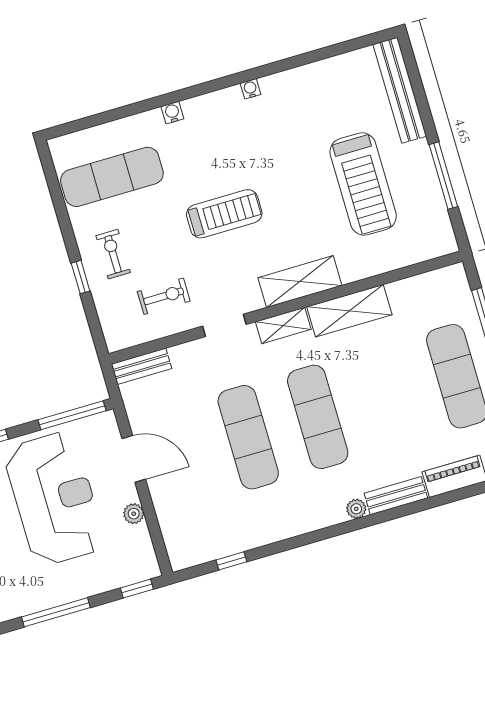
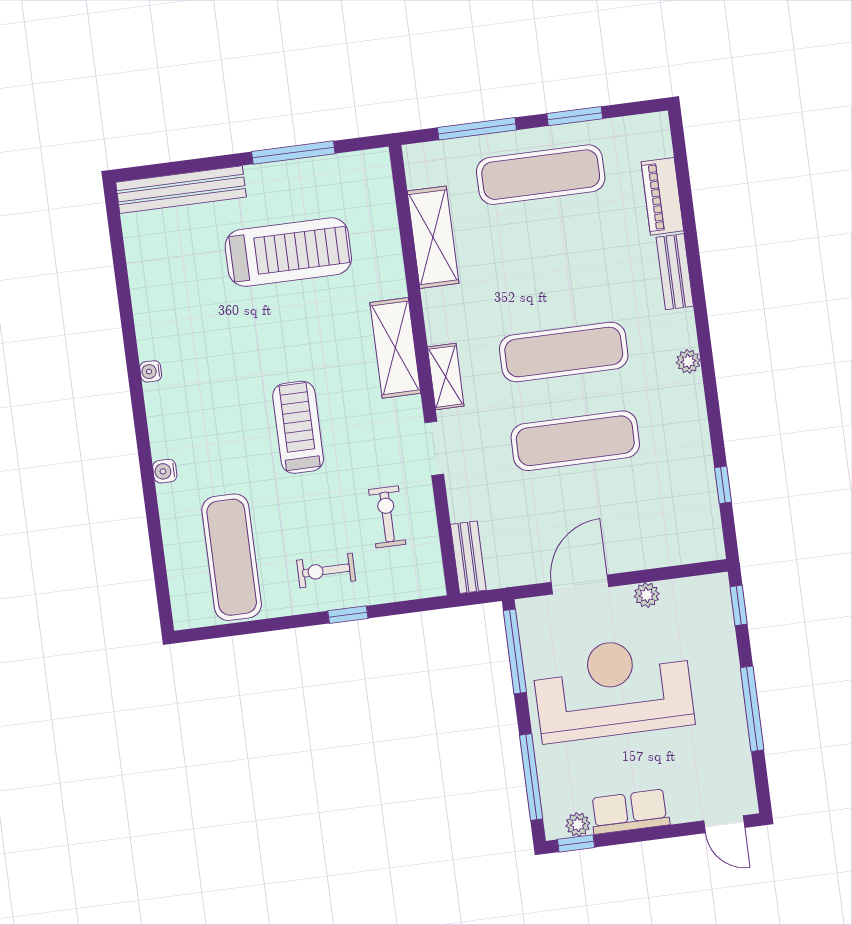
shelving: (349, 311) -> (433, 237), moved
plant: (356, 509) -> (688, 361), moved

